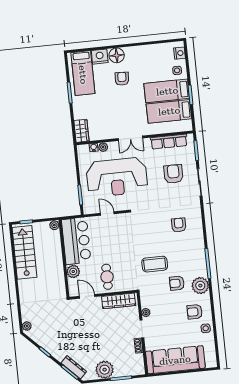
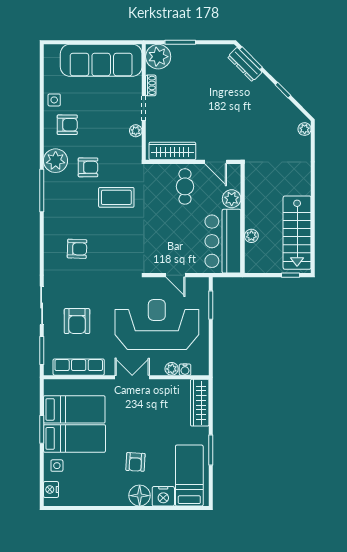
wardrobe: (81, 131) -> (200, 403), width x1.50
plant: (54, 225) -> (251, 236), moved
armchair: (179, 225) -> (77, 249), turned -88
plant: (105, 370) -> (158, 57), moved

